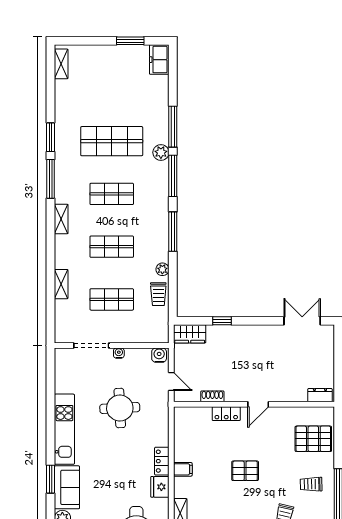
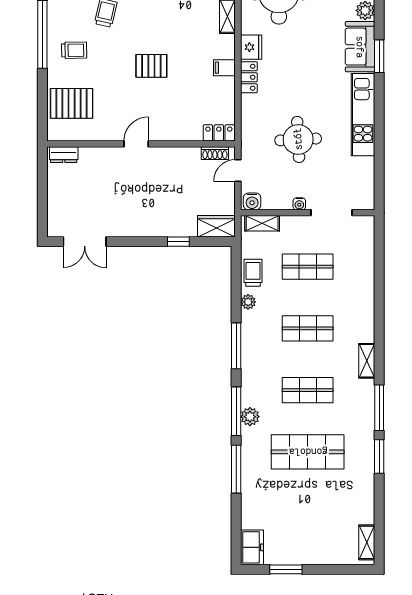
plant: (161, 152) -> (250, 417), moved
shelving: (61, 284) -> (262, 223), moved, turned 90
door: (171, 382) -> (238, 170), hinge flipped
shoe rack: (212, 396) -> (215, 153), moved
locker: (226, 414) -> (219, 133), moved

